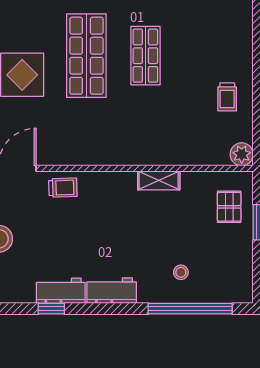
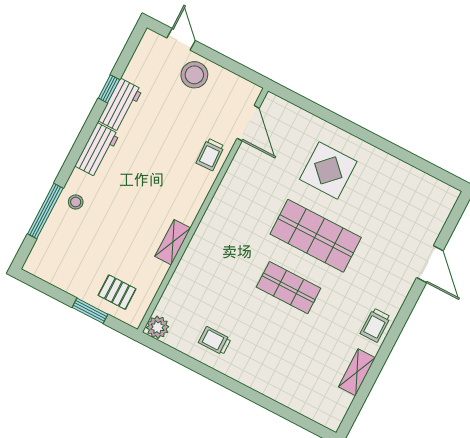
stool: (181, 272) -> (76, 202), moved
window: (190, 309) -> (45, 211), width x0.68

